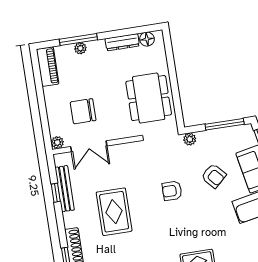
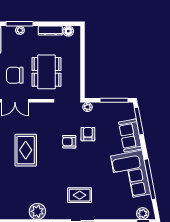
dining table: (149, 98) -> (47, 72), moved
armchair: (214, 176) -> (88, 134), moved, turned -138

